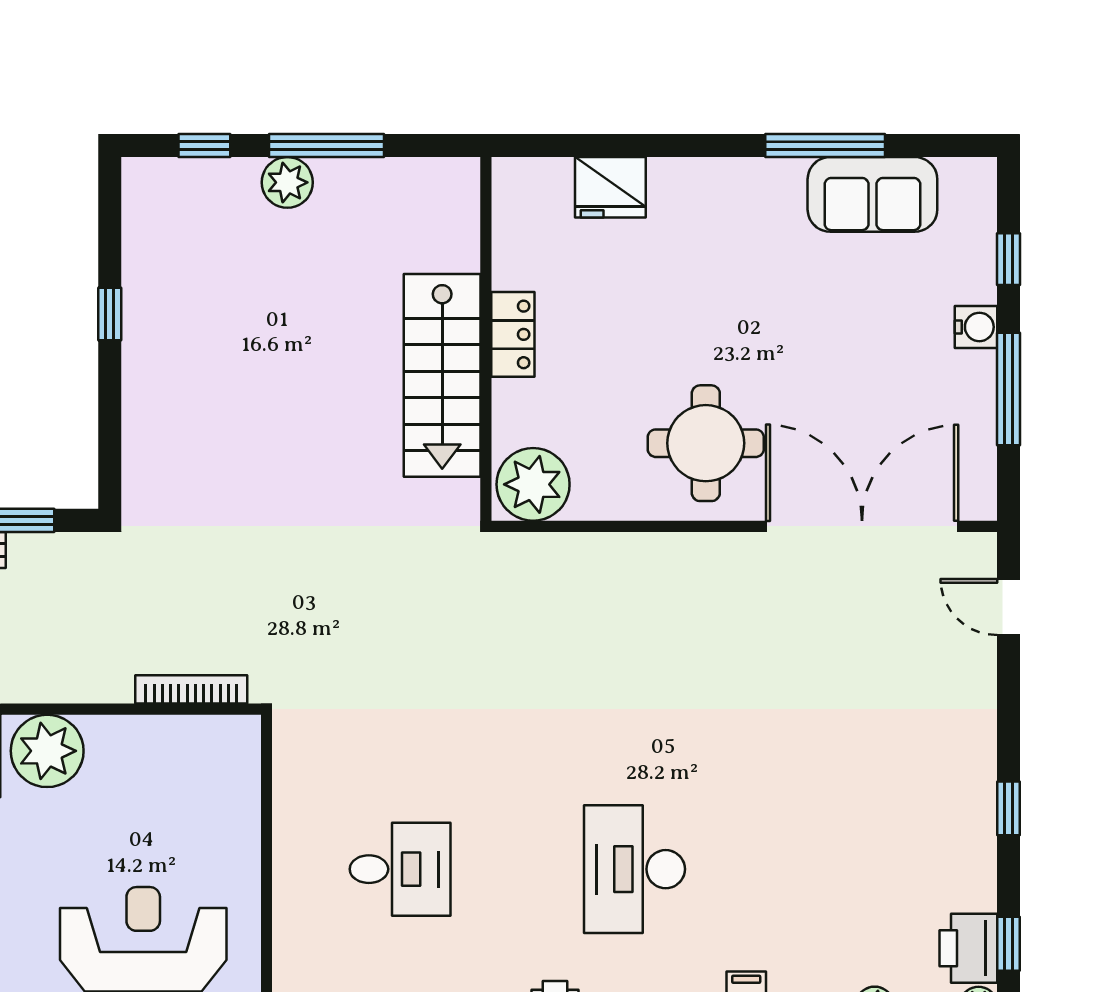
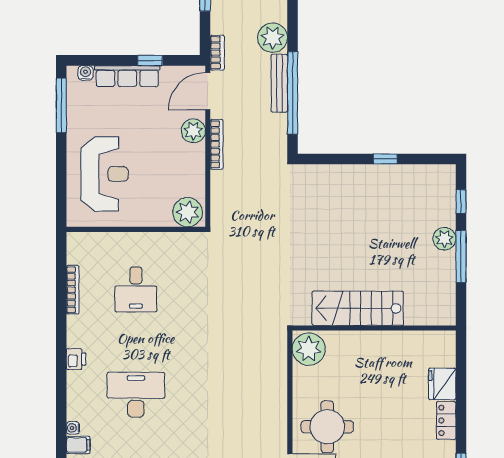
locker: (513, 334) -> (446, 420), moved, turned 90
bookcase: (191, 689) -> (217, 144), moved
plant: (47, 751) -> (193, 131), width x0.73, depth x0.73
plant: (228, 754) -> (188, 212), added

